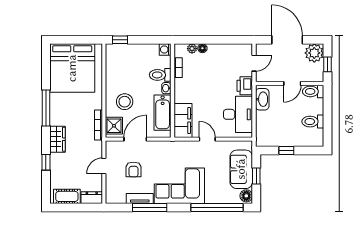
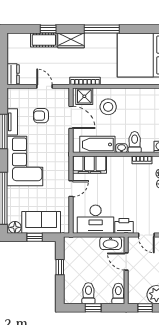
door: (292, 84) -> (126, 261), moved
window: (327, 117) -> (93, 308), added
cot: (67, 196) -> (44, 40), moved, turned 90

